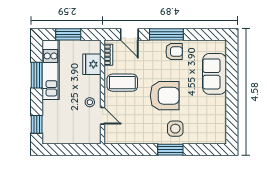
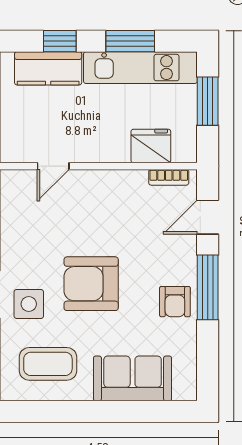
coffee table: (122, 83) -> (48, 364), moved, turned 90
armchair: (165, 96) -> (91, 284), turned 90
stool: (90, 102) -> (79, 142), removed
kitchen counter: (51, 118) -> (48, 68), added
window: (37, 124) -> (60, 41), moved

